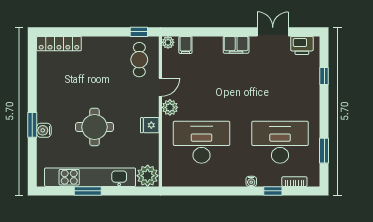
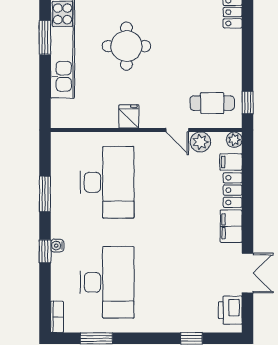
locker: (208, 44) -> (233, 190), added
plant: (170, 107) -> (200, 142), moved
plant: (148, 176) -> (64, 114), removed
bookcase: (294, 182) -> (57, 317), moved
window: (211, 191) -> (45, 194), added
window: (273, 191) -> (45, 251), moved

